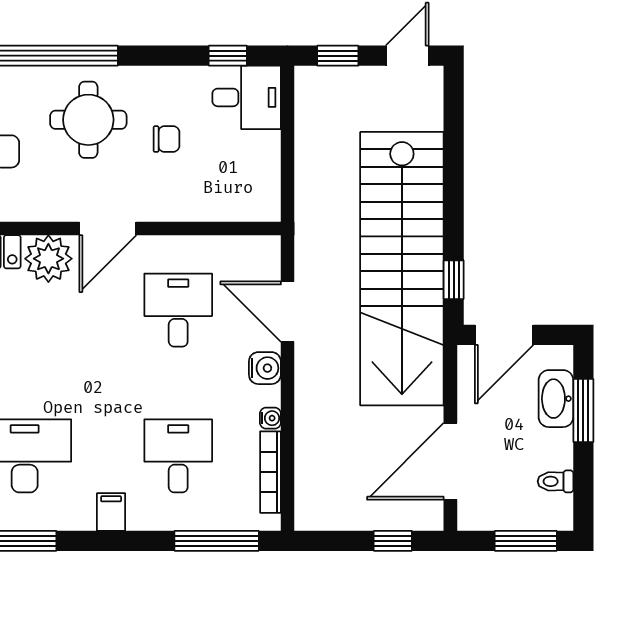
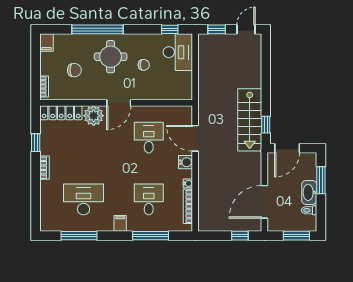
desk: (247, 97) -> (178, 52), width x1.37
stairs: (402, 269) -> (250, 120), width x0.54, depth x0.66
washbasin: (556, 399) -> (309, 192), moved
window: (217, 541) -> (150, 236), moved

